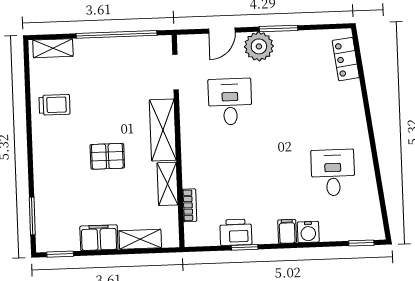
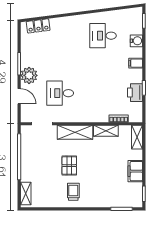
trolley: (54, 105) -> (73, 192), moved
pallet: (107, 156) -> (69, 166), moved
water cooler: (308, 232) -> (136, 41), moved
shelving: (140, 239) -> (137, 137), moved

